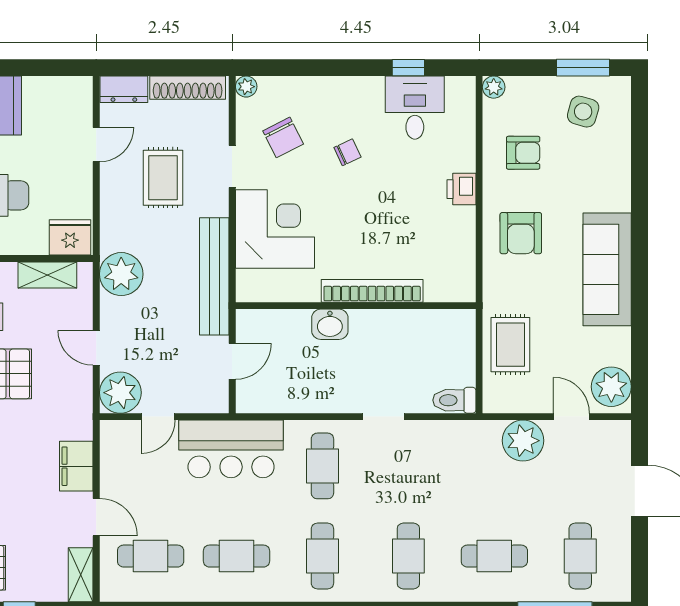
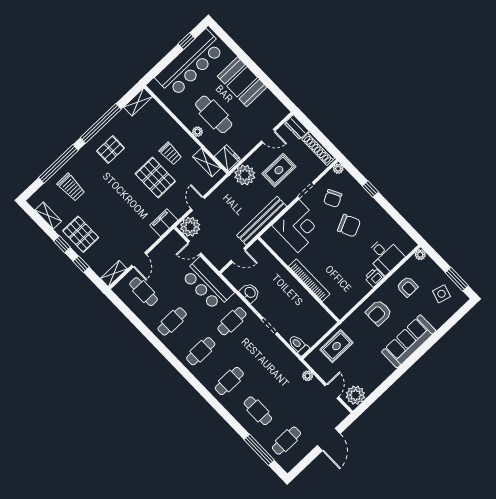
window: (408, 68) -> (370, 189), moved
desk: (415, 108) -> (385, 256), moved, turned 90
chair: (347, 152) -> (349, 226), width x1.87, depth x1.87
sofa: (607, 269) -> (409, 341), moved
plant: (121, 274) -> (245, 175), moved
washbasin: (330, 324) -> (250, 293), moved, turned 180
plant: (523, 441) -> (308, 376), width x0.53, depth x0.53
filing cabinet: (76, 466) -> (164, 223), moved
cafe table: (237, 556) -> (172, 321), turned 90

